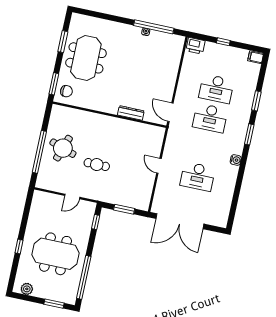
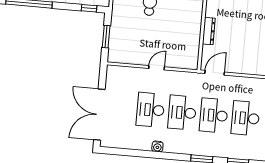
desk: (204, 147) -> (182, 113), added
water cooler: (236, 160) -> (157, 147), moved
double door: (180, 221) -> (99, 115), moved

